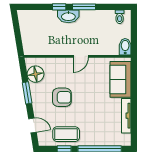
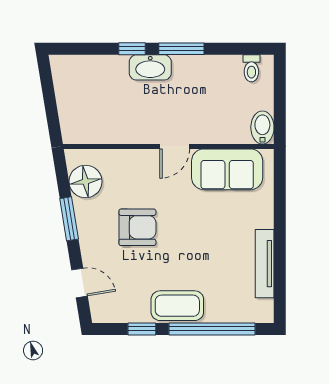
sofa: (121, 79) -> (227, 169), moved, turned -90
coffee table: (66, 134) -> (177, 306), moved

